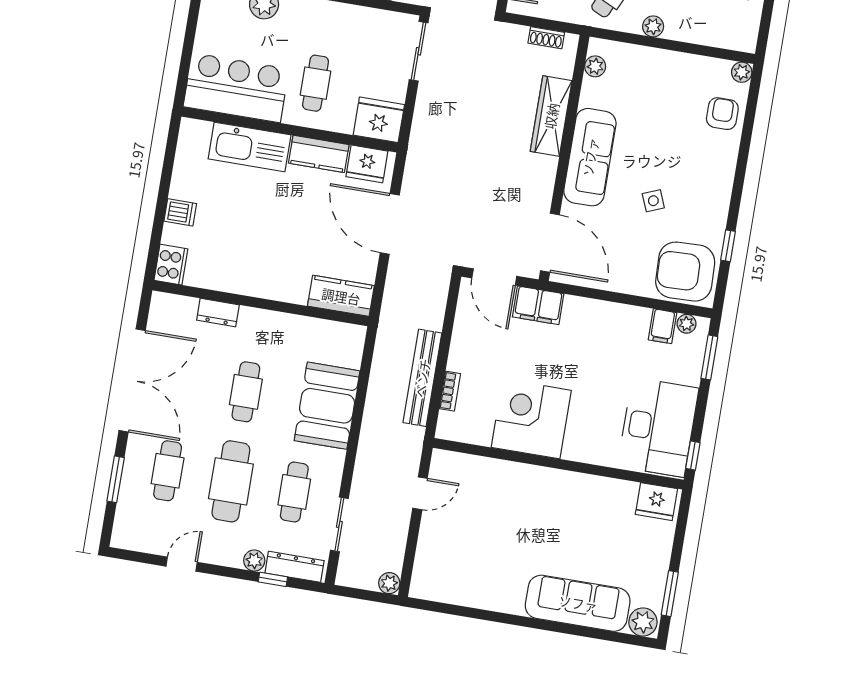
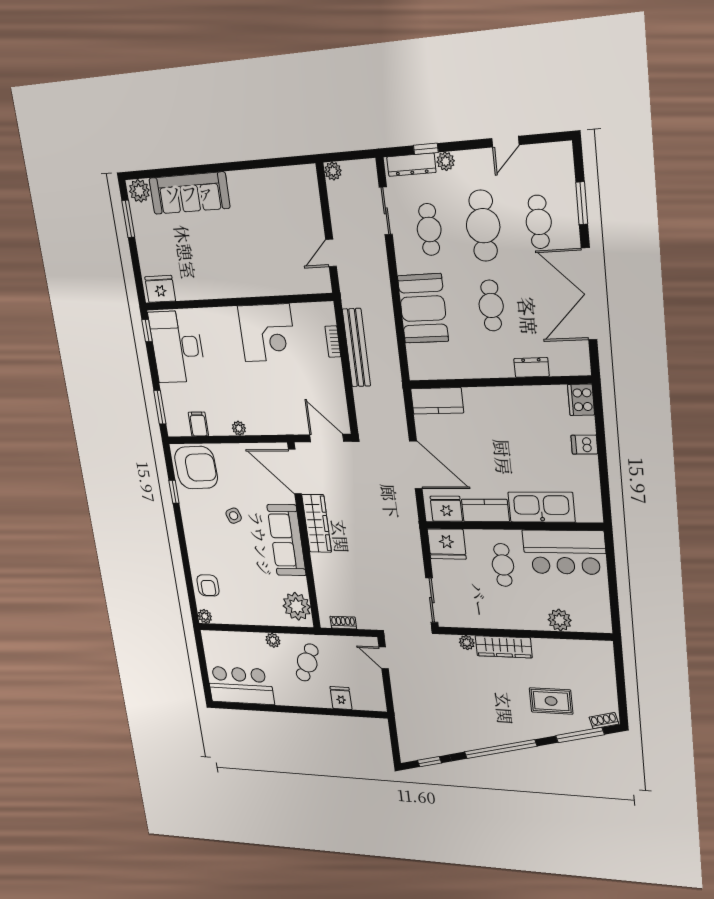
plant: (595, 66) -> (297, 606), width x1.88, depth x1.88
wardrobe: (551, 116) -> (317, 523), moved
filing cabinet: (538, 305) -> (289, 422), removed
plant: (687, 324) -> (239, 428), moved

